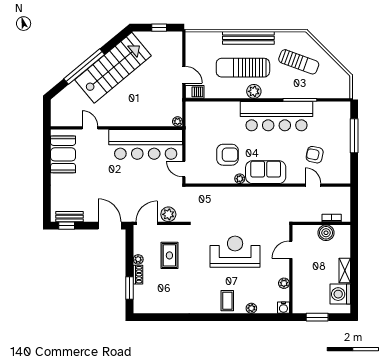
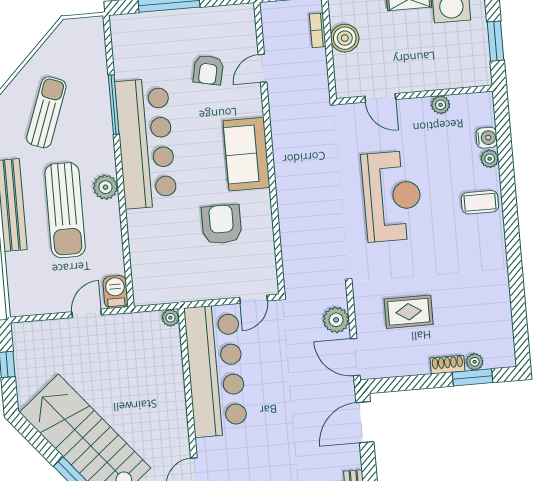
plant: (240, 179) -> (262, 199), removed
reception desk: (235, 252) -> (392, 196), turned 180
plant: (138, 259) -> (475, 362), moved
water cooler: (283, 308) -> (487, 138), moved

